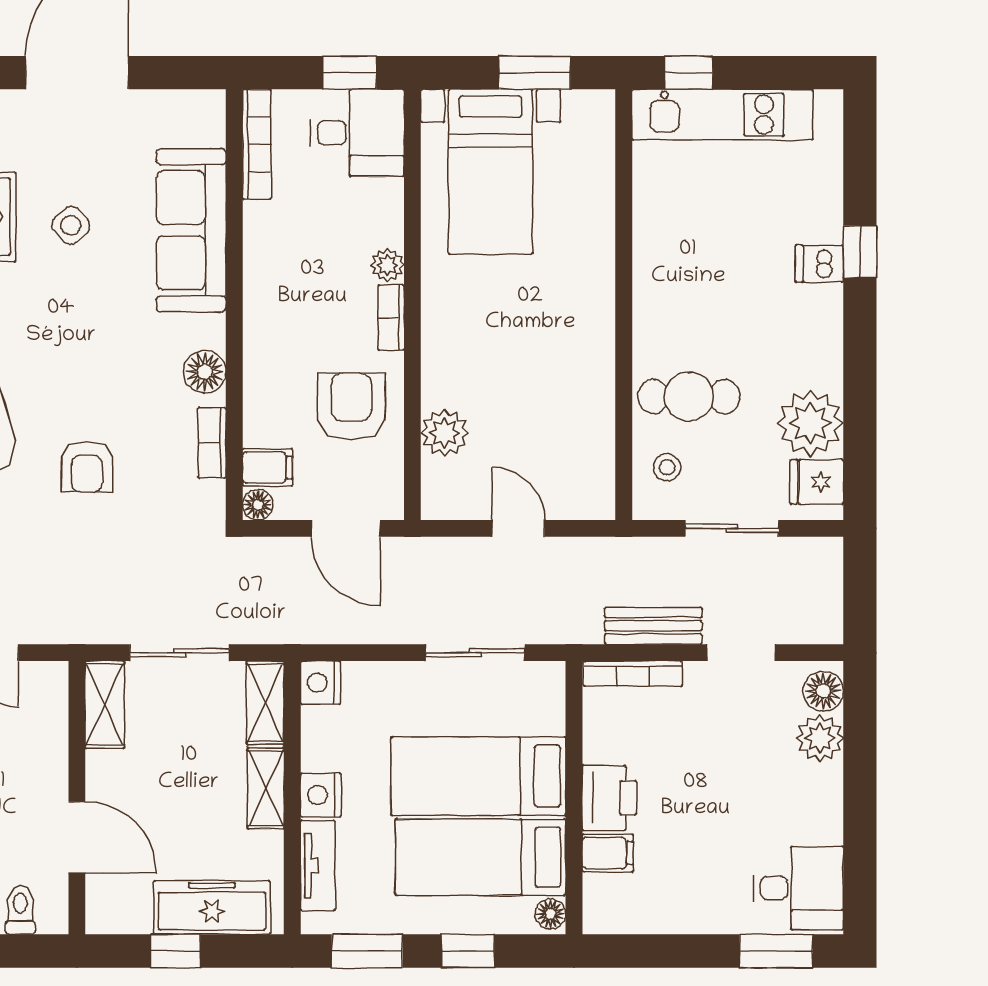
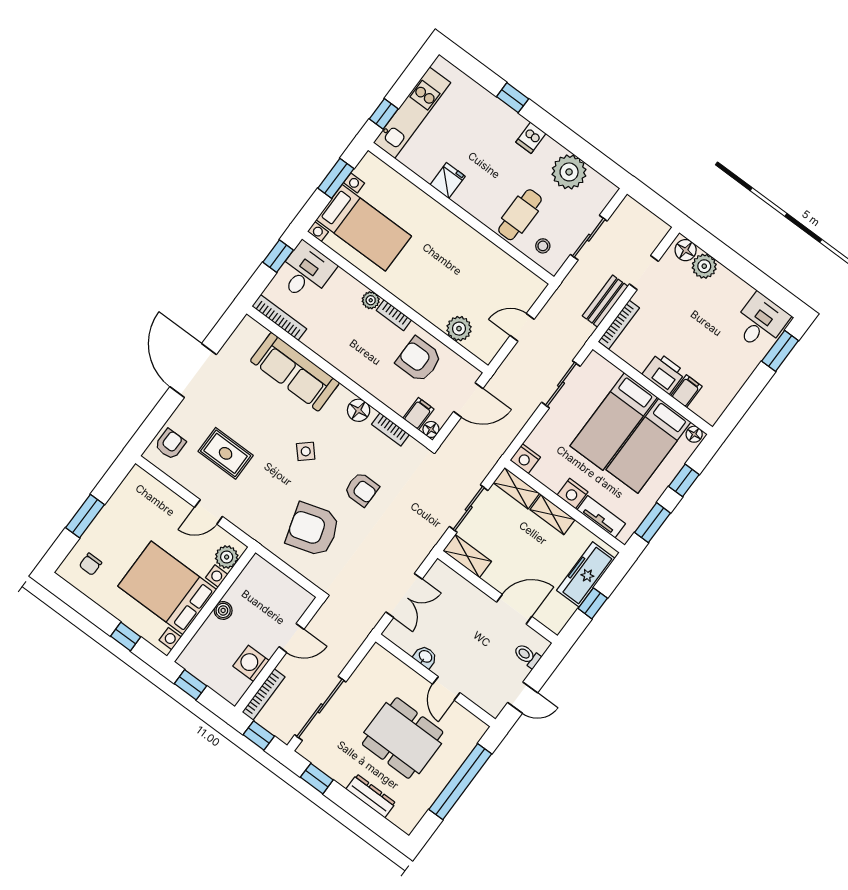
side table: (71, 225) -> (306, 451), moved
dishwasher: (819, 264) -> (531, 138), moved
fridge: (817, 482) -> (448, 181), moved, turned 180

